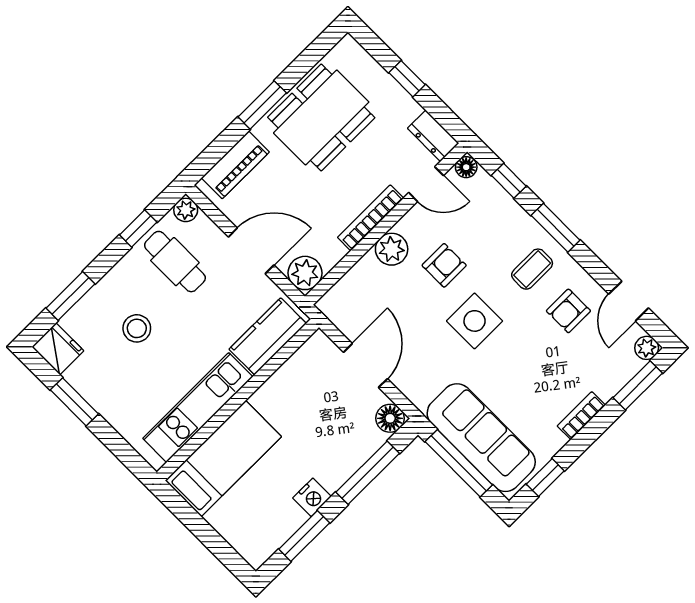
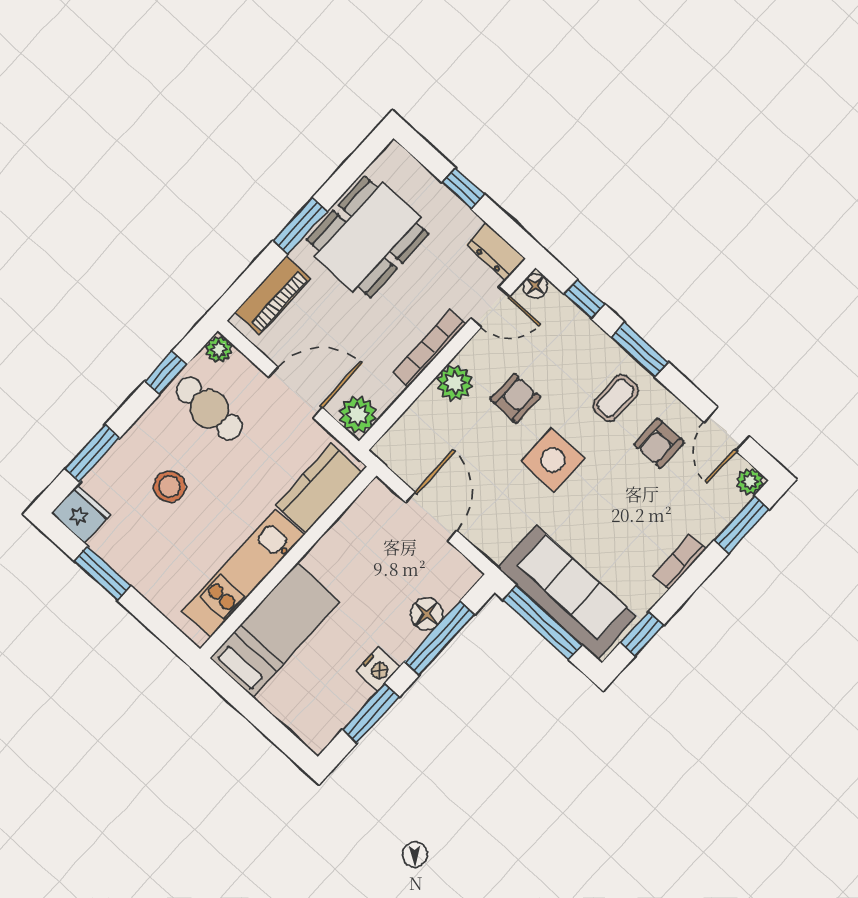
floor lamp: (390, 418) -> (427, 614), moved

